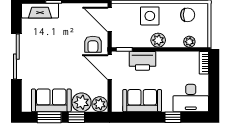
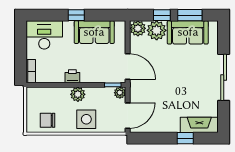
door: (110, 20) -> (128, 116), hinge flipped
plant: (189, 42) -> (120, 93), moved
armchair: (93, 44) -> (145, 90), removed
printer: (142, 61) -> (72, 76), moved, width x0.53, depth x0.68
window: (173, 117) -> (76, 15), moved

